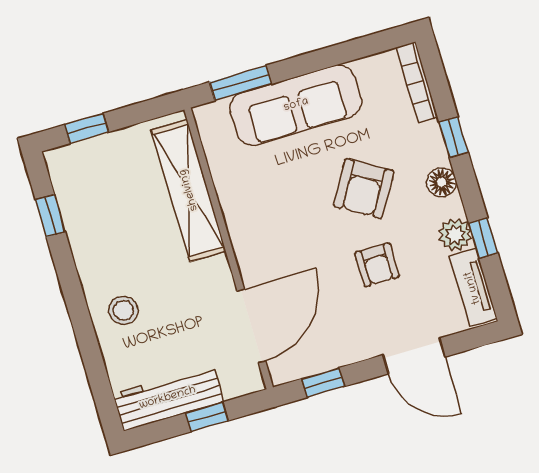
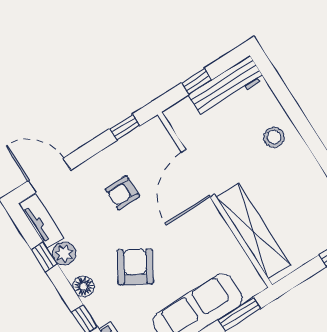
armchair: (377, 265) -> (123, 193), moved, turned -90
door: (251, 326) -> (198, 173), moved
door: (414, 356) -> (49, 176), moved

